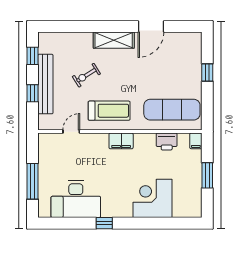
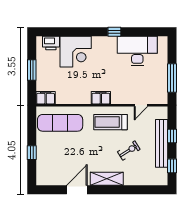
filing cabinet: (196, 141) -> (46, 98), width x2.00
printer: (167, 142) -> (51, 43), moved, turned 180
window: (33, 181) -> (172, 78), moved

